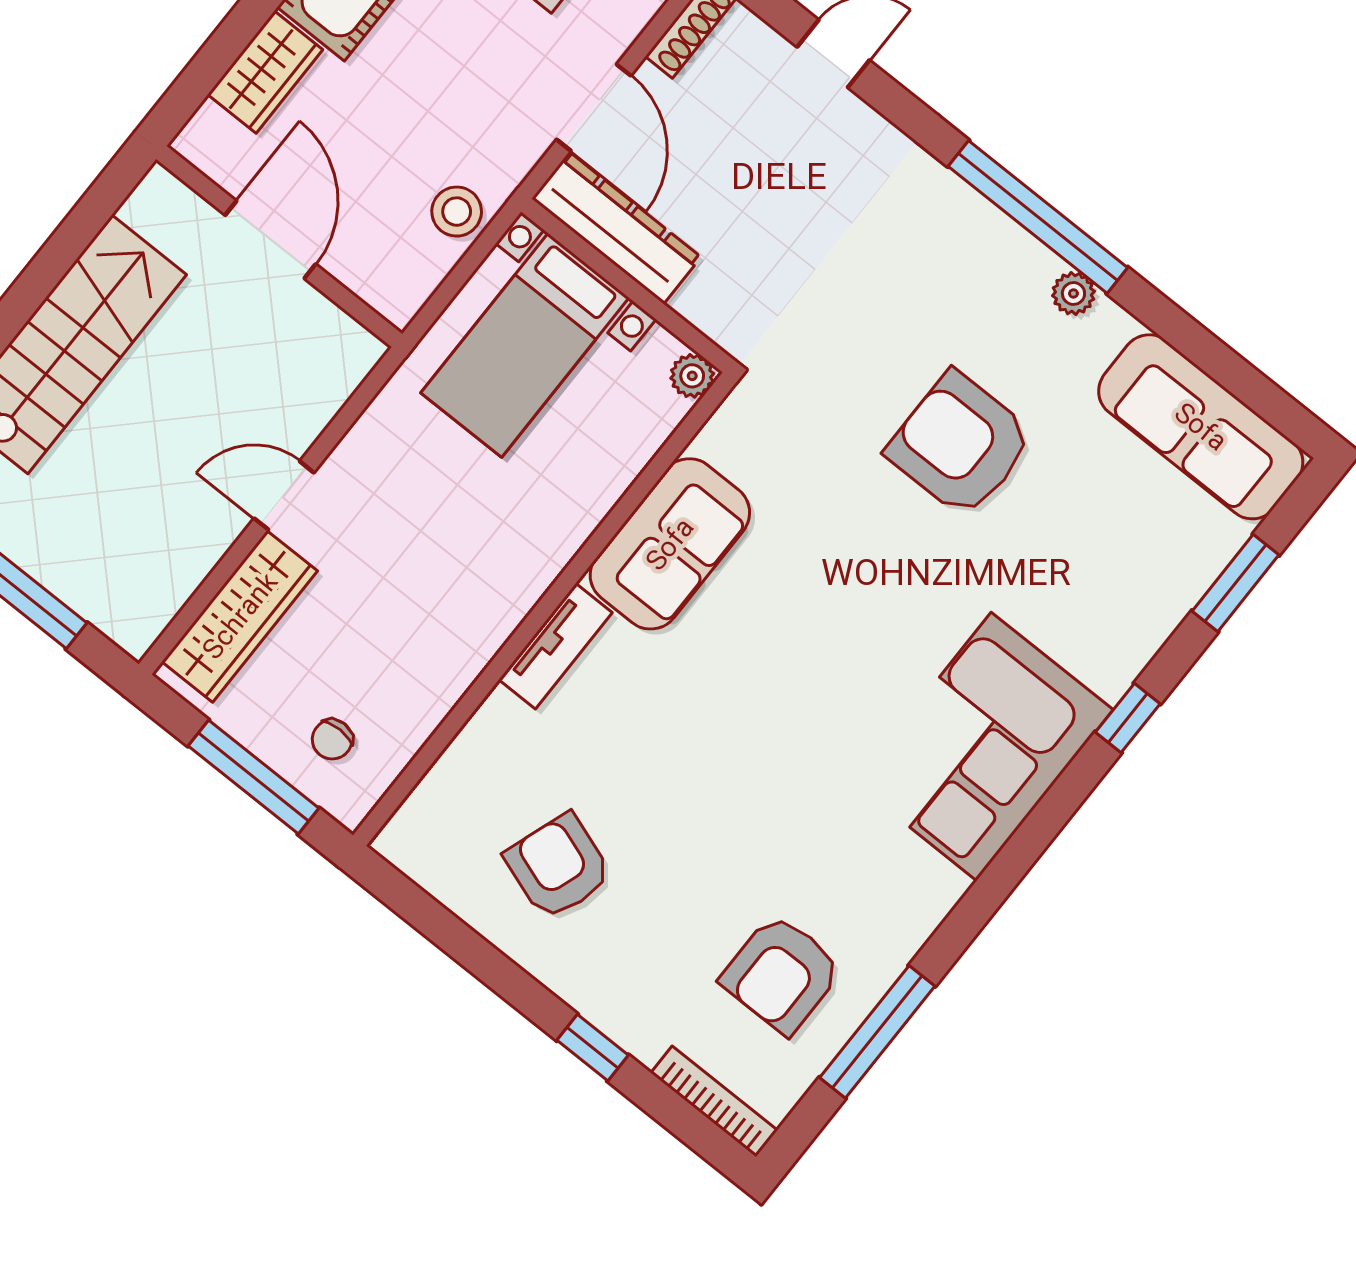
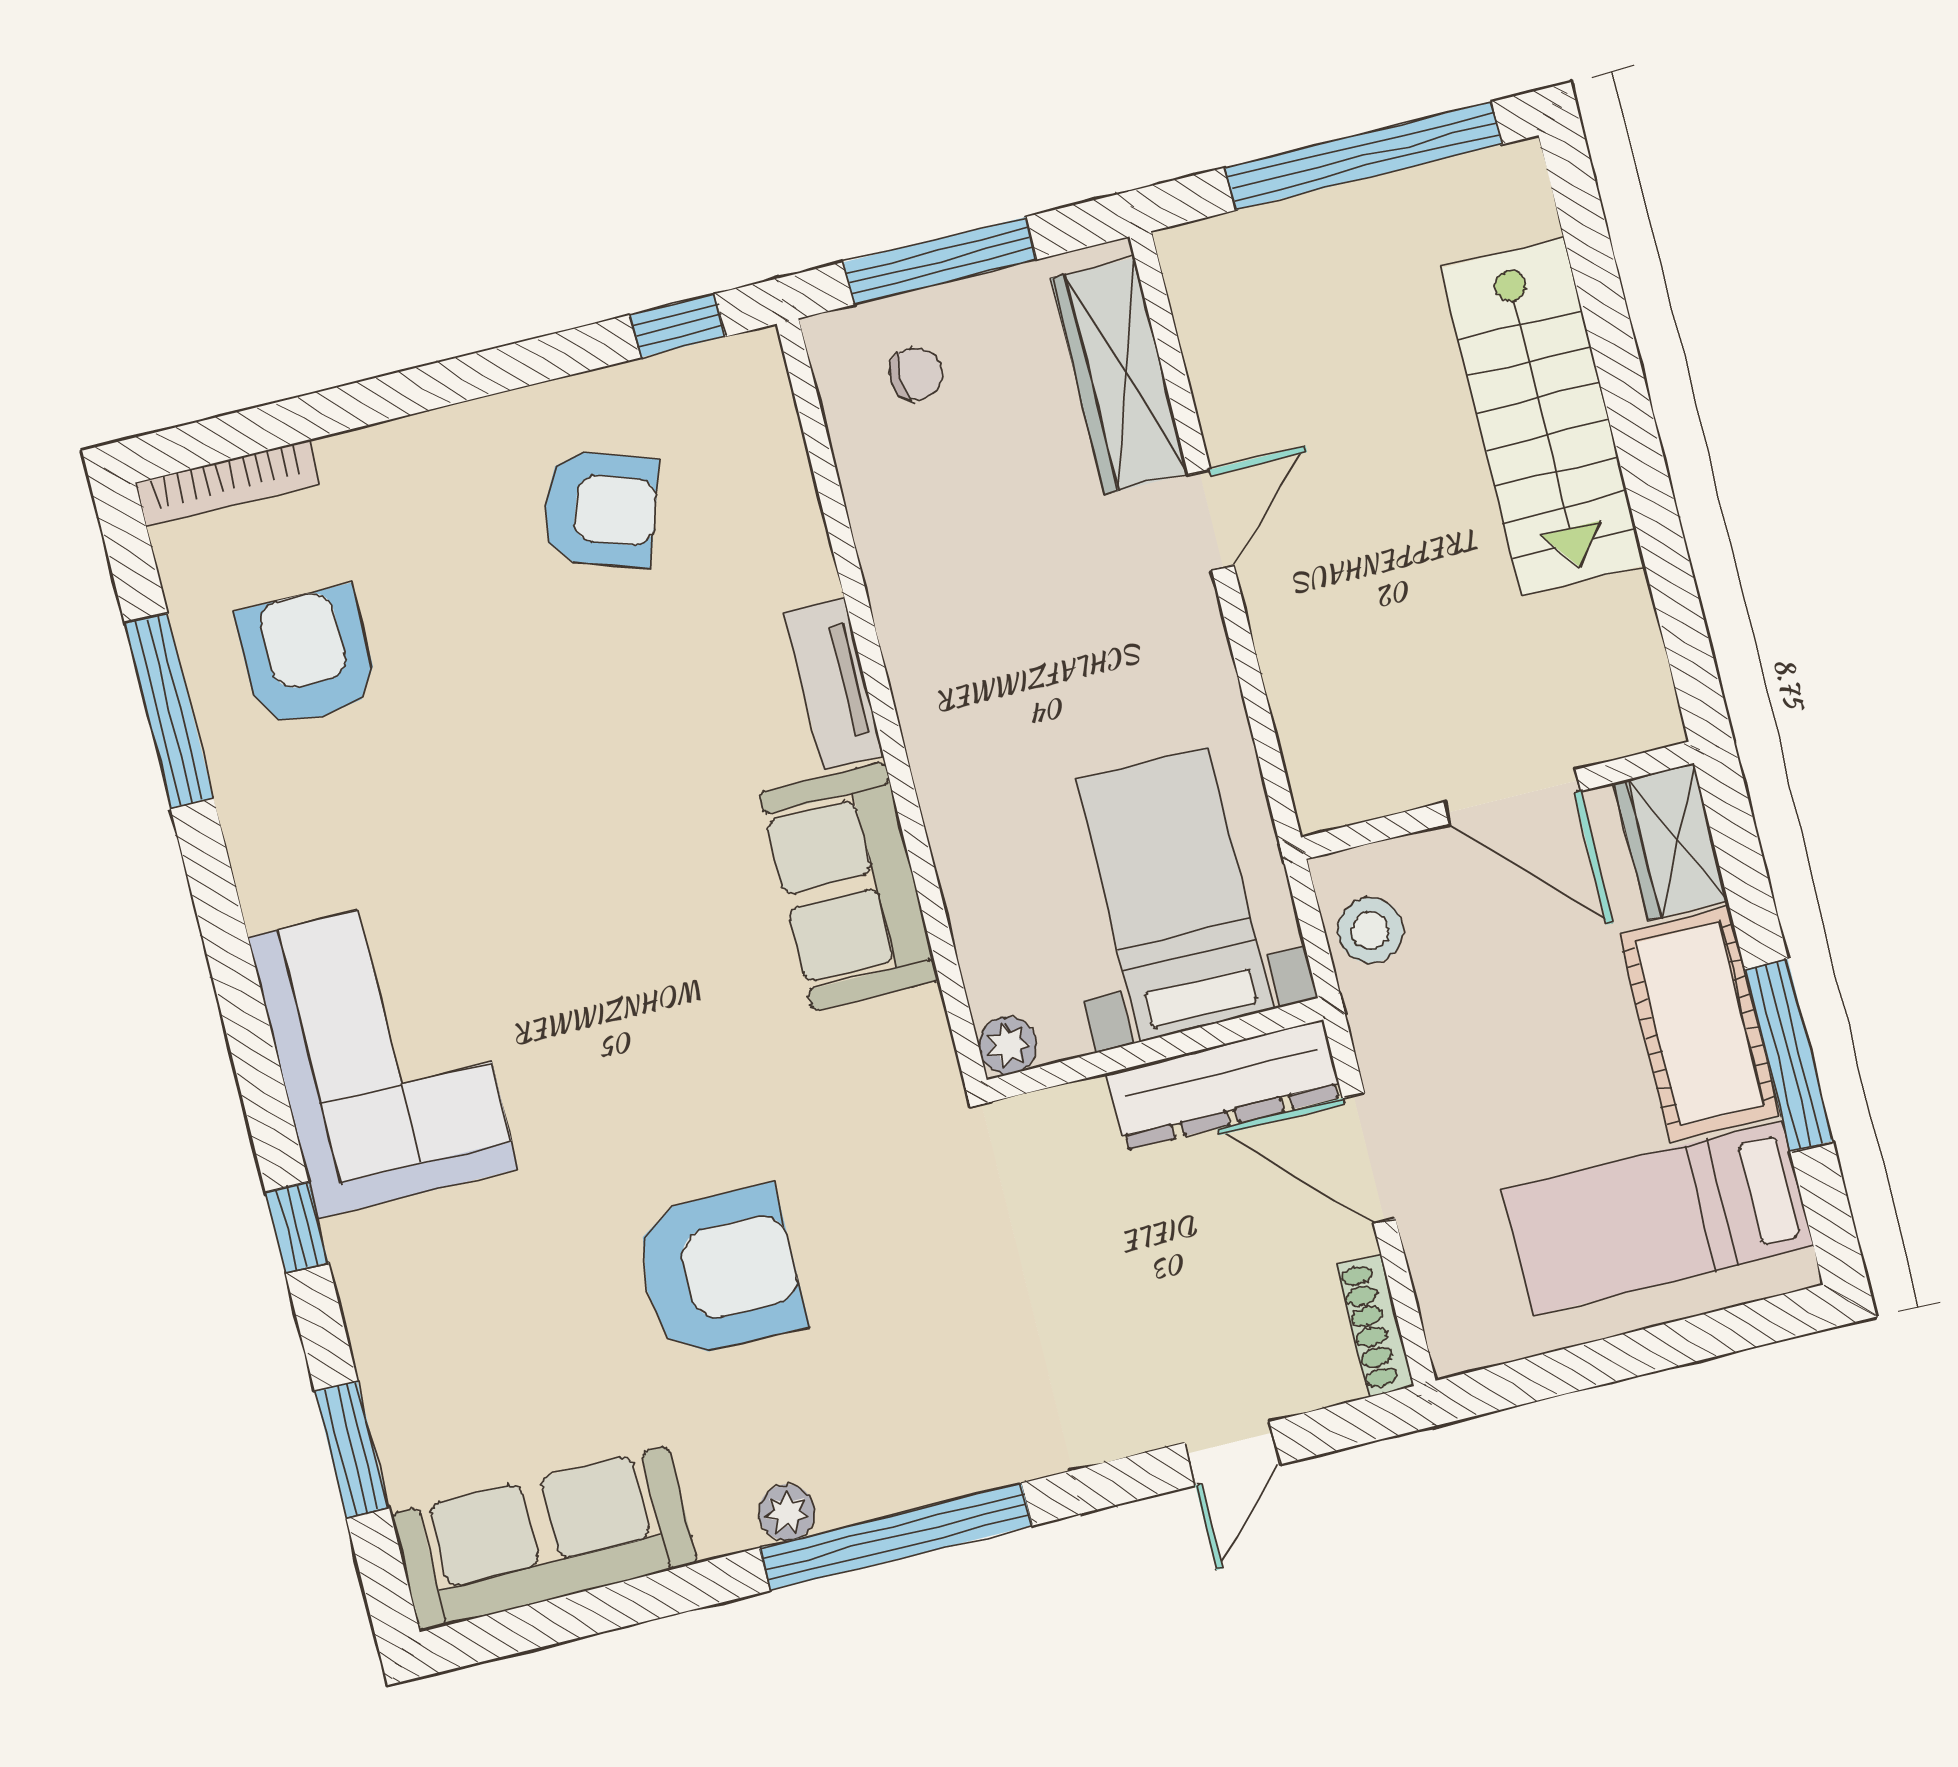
door: (270, 240) -> (1512, 797), moved
wall: (279, 247) -> (1498, 800), moved
chair: (332, 739) -> (916, 374), turned 90
window: (593, 1048) -> (678, 326), moved

